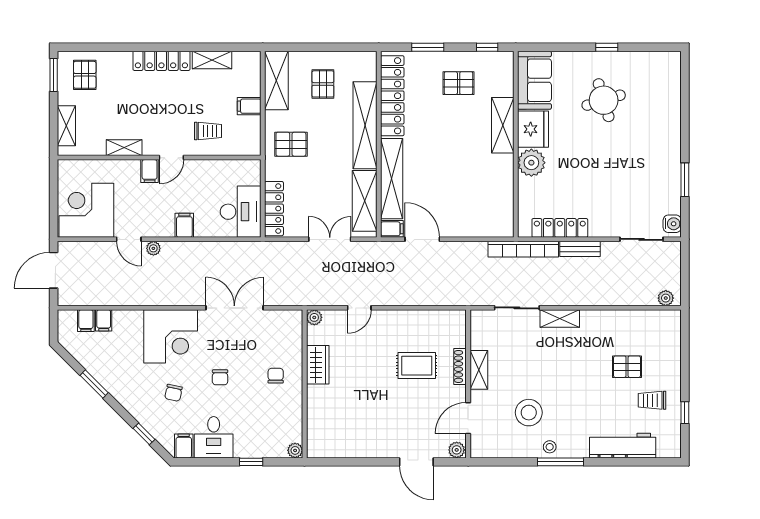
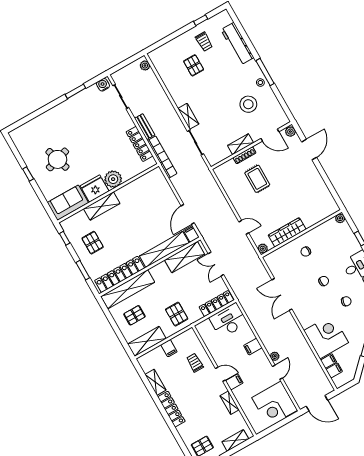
shelving: (365, 125) -> (128, 289), moved
corner desk: (171, 336) -> (326, 337), moved
wardrobe: (318, 365) -> (287, 232), width x1.50

